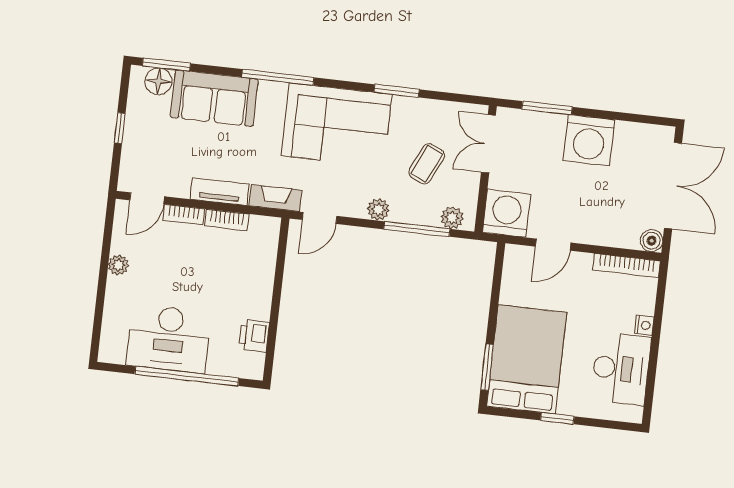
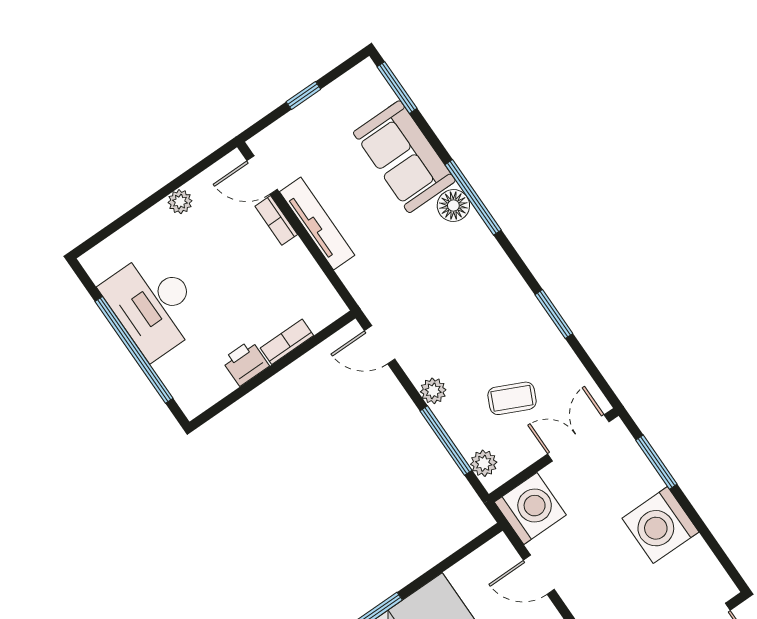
floor lamp: (159, 81) -> (453, 206), moved
corner sofa: (336, 125) -> (476, 287), removed
tv unit: (220, 192) -> (317, 223), width x1.41
fireplace: (275, 198) -> (363, 290), removed
bookcase: (227, 220) -> (287, 342), moved, turned 90
printer: (254, 336) -> (245, 363), moved

